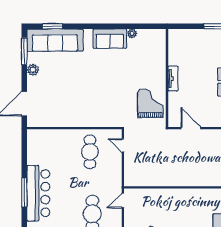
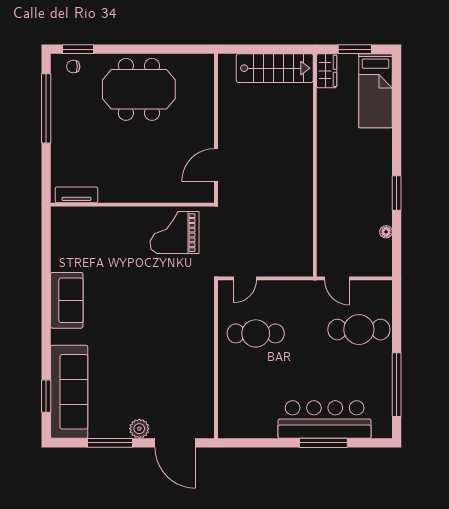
plant: (132, 33) -> (58, 263), removed
window: (24, 51) -> (110, 443), moved
plant: (33, 70) -> (139, 429), moved
tv unit: (173, 79) -> (76, 195), moved

